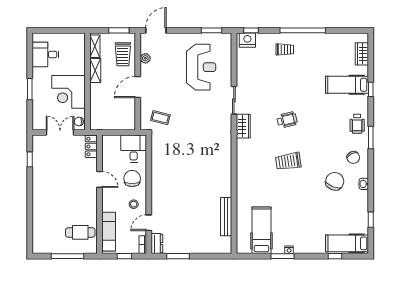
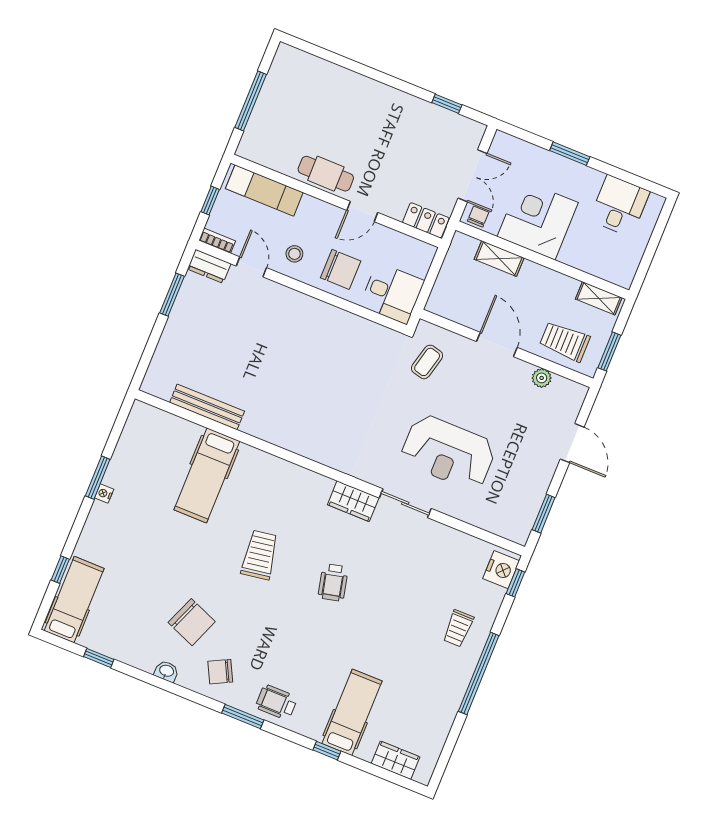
door: (156, 30) -> (572, 443), moved
reception desk: (201, 67) -> (448, 452), moved
shelving: (95, 71) -> (499, 259), moved
hospital bed: (261, 230) -> (207, 475), moved, turned 90
cafe table: (80, 232) -> (326, 174), moved, turned 90

